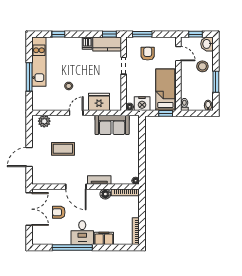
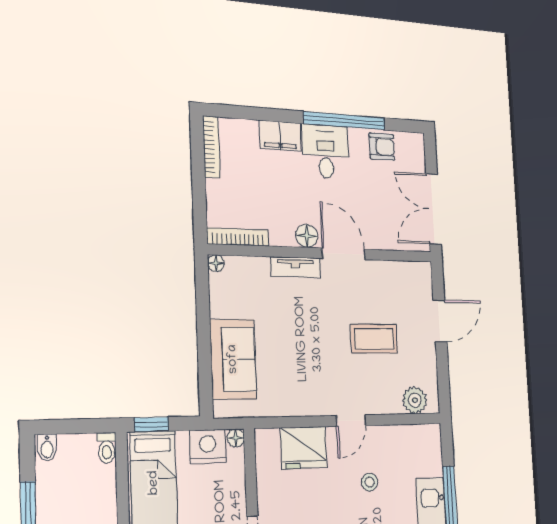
sofa: (112, 125) -> (233, 359), moved, turned 90
floor lamp: (105, 194) -> (307, 236), moved
armchair: (59, 212) -> (382, 147), moved

